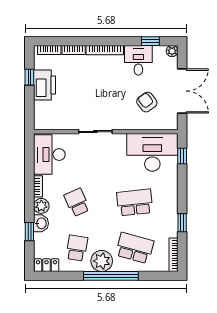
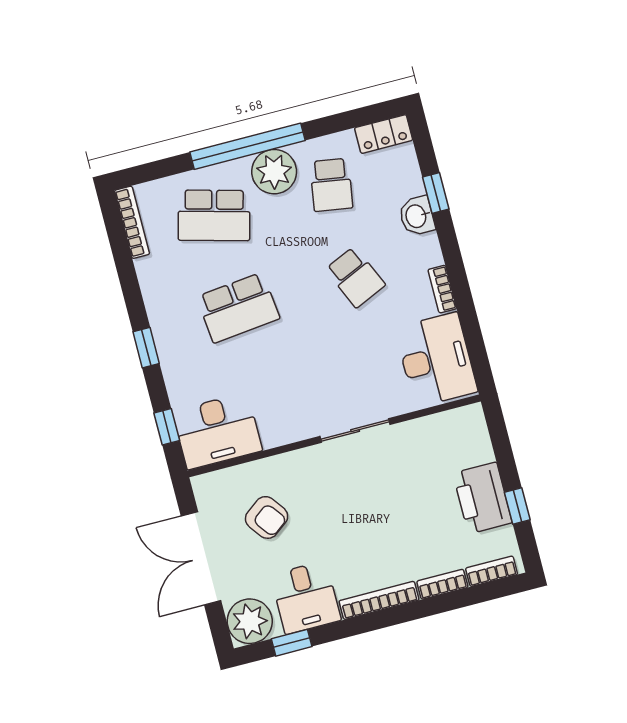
plant: (172, 51) -> (250, 621), width x1.88, depth x1.88
desk: (152, 152) -> (217, 431), width x0.73, depth x0.77
plant: (41, 206) -> (425, 251), removed
window: (182, 223) -> (146, 348), moved

